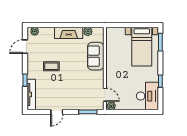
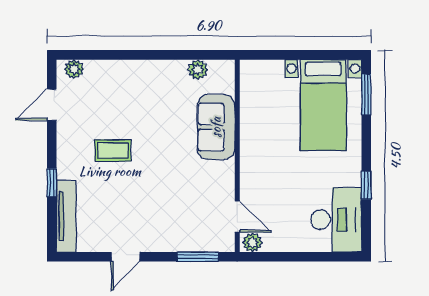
fireplace: (69, 33) -> (153, 73), removed

